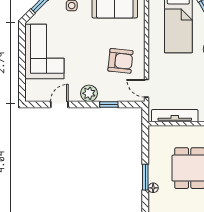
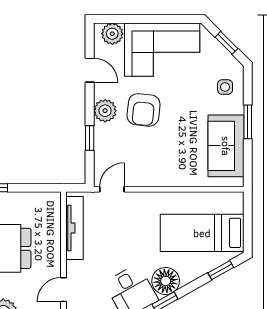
armchair: (120, 61) -> (144, 110), moved
plant: (33, 88) -> (112, 34), added

